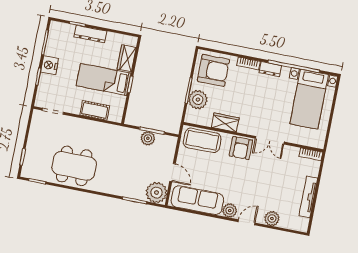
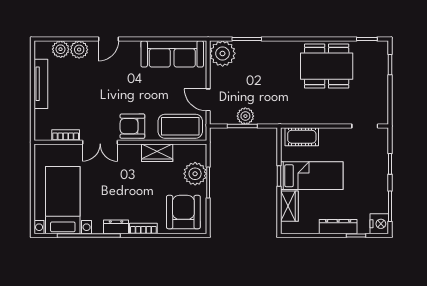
nightstand: (50, 65) -> (379, 224), moved
armchair: (213, 70) -> (183, 212), turned 90
cot: (95, 110) -> (302, 137), moved
double door: (270, 140) -> (100, 142), swing flipped
armchair: (241, 148) -> (132, 126), turned -90
bookcase: (311, 154) -> (66, 135), moved
door: (173, 173) -> (208, 100), moved
plant: (230, 211) -> (61, 49), moved

